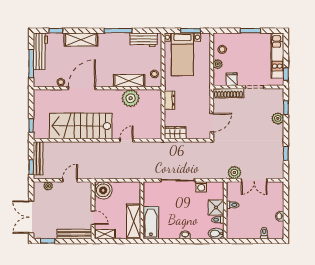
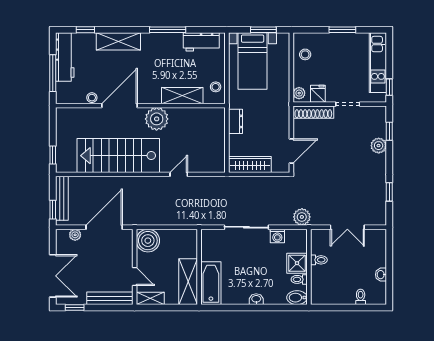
plant: (218, 64) -> (299, 93), moved
plant: (131, 98) -> (157, 119), moved
wardrobe: (175, 133) -> (250, 164), width x1.50
plant: (234, 172) -> (302, 217), moved
door: (70, 180) -> (104, 227), width x1.87
double door: (31, 217) -> (53, 276), swing flipped

